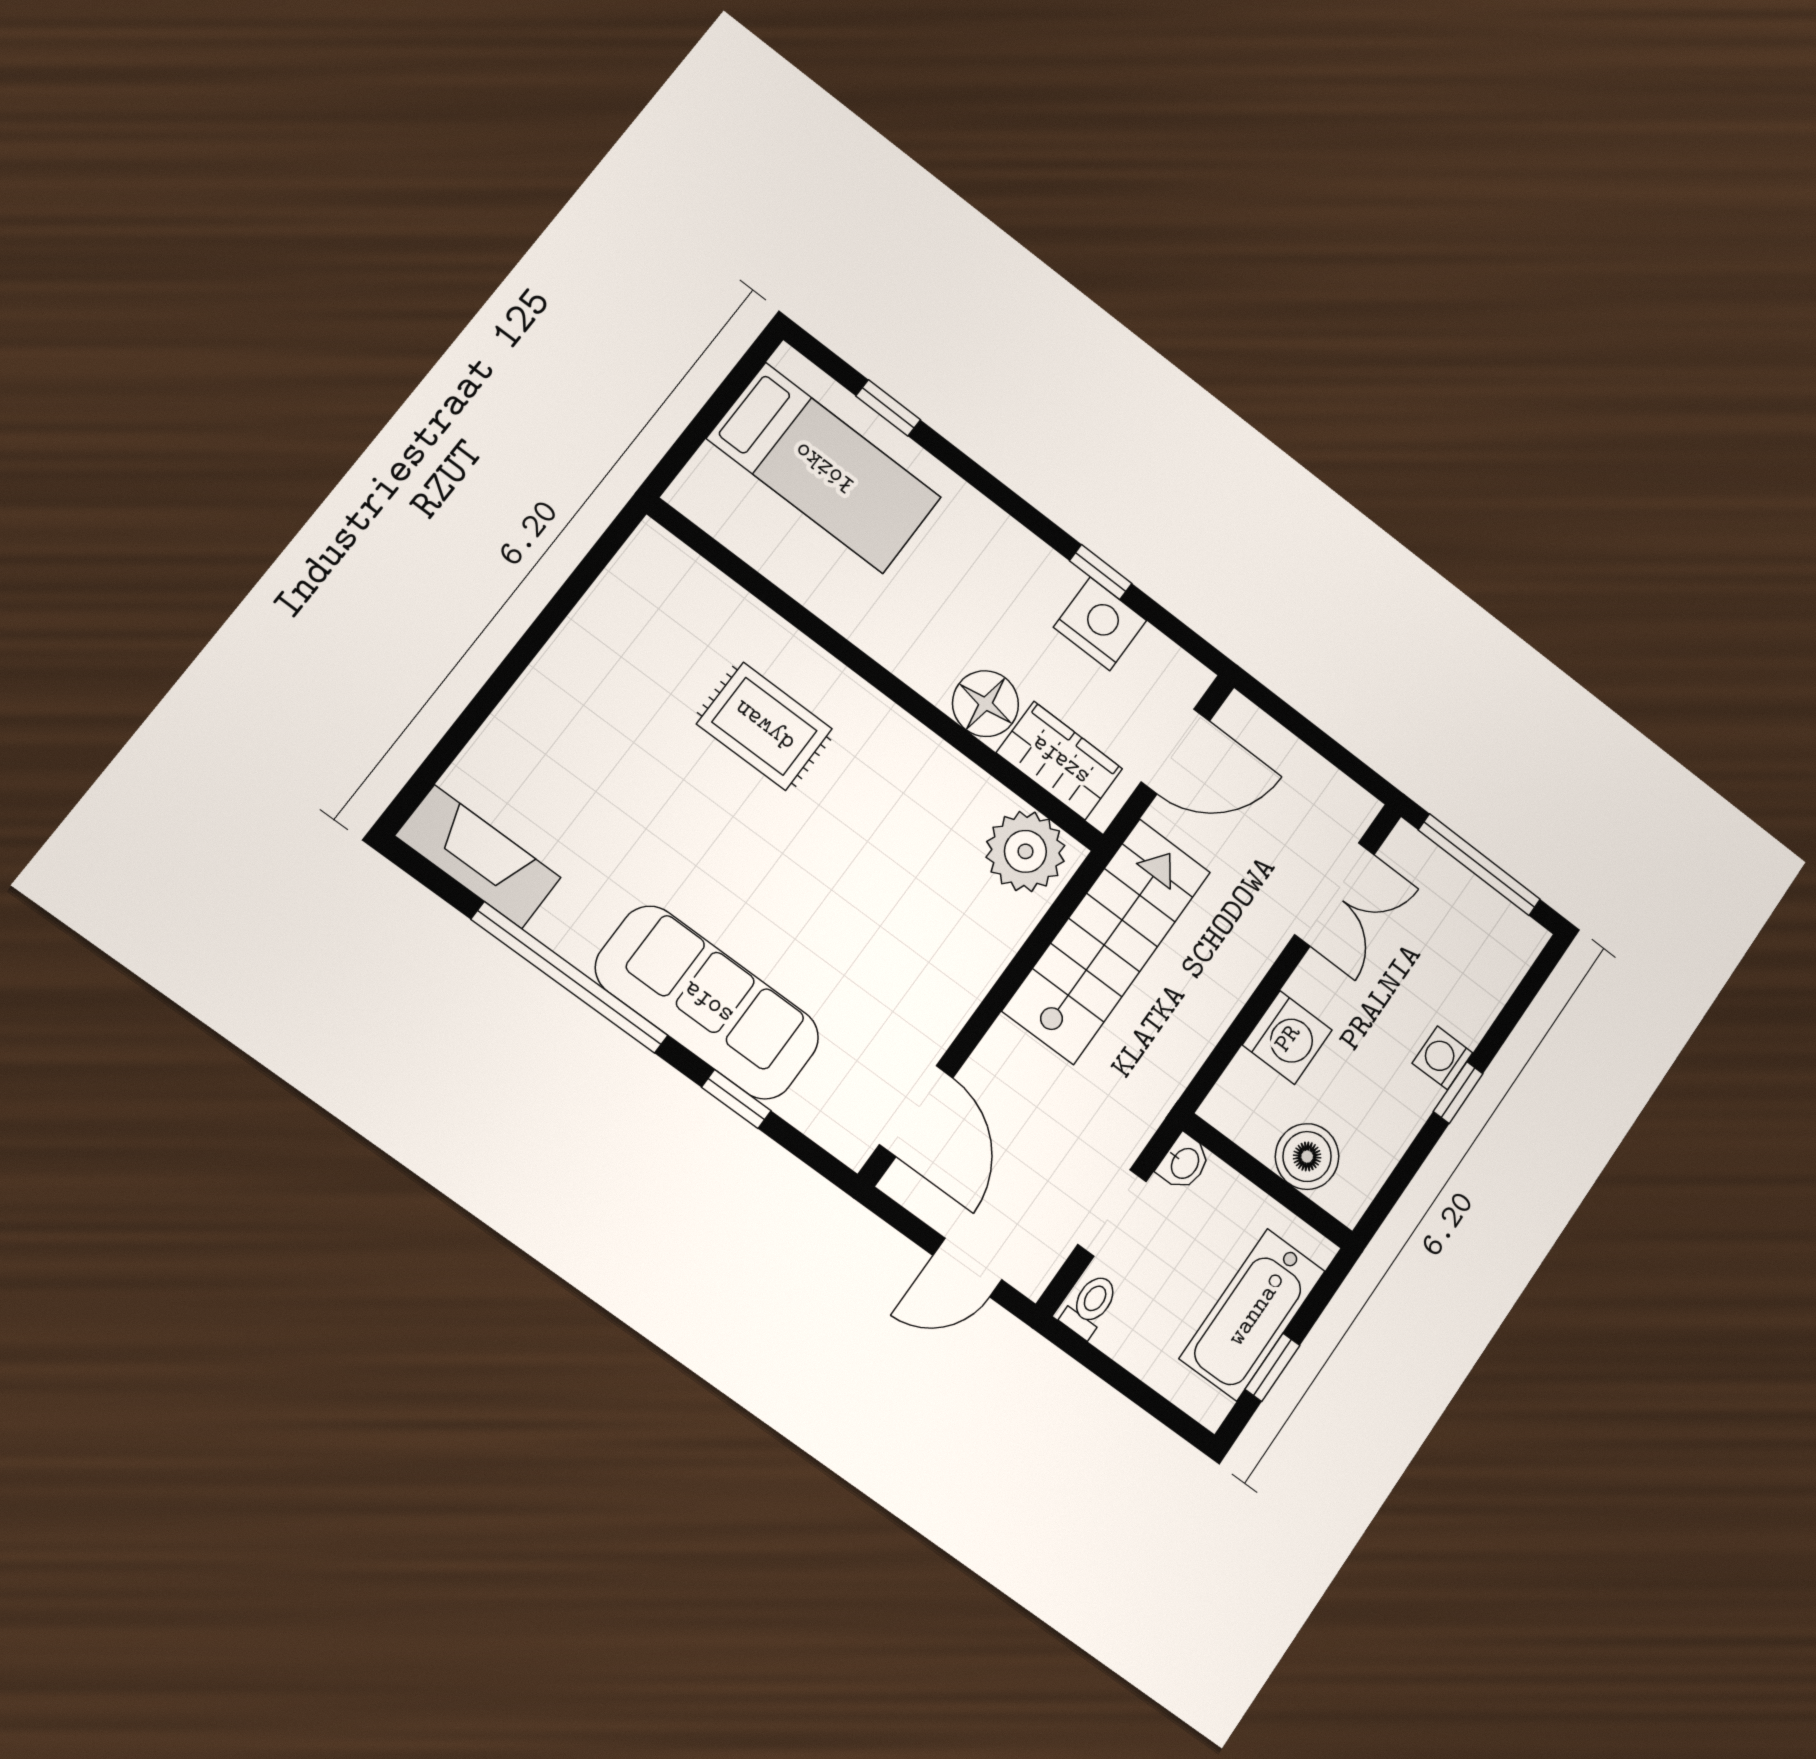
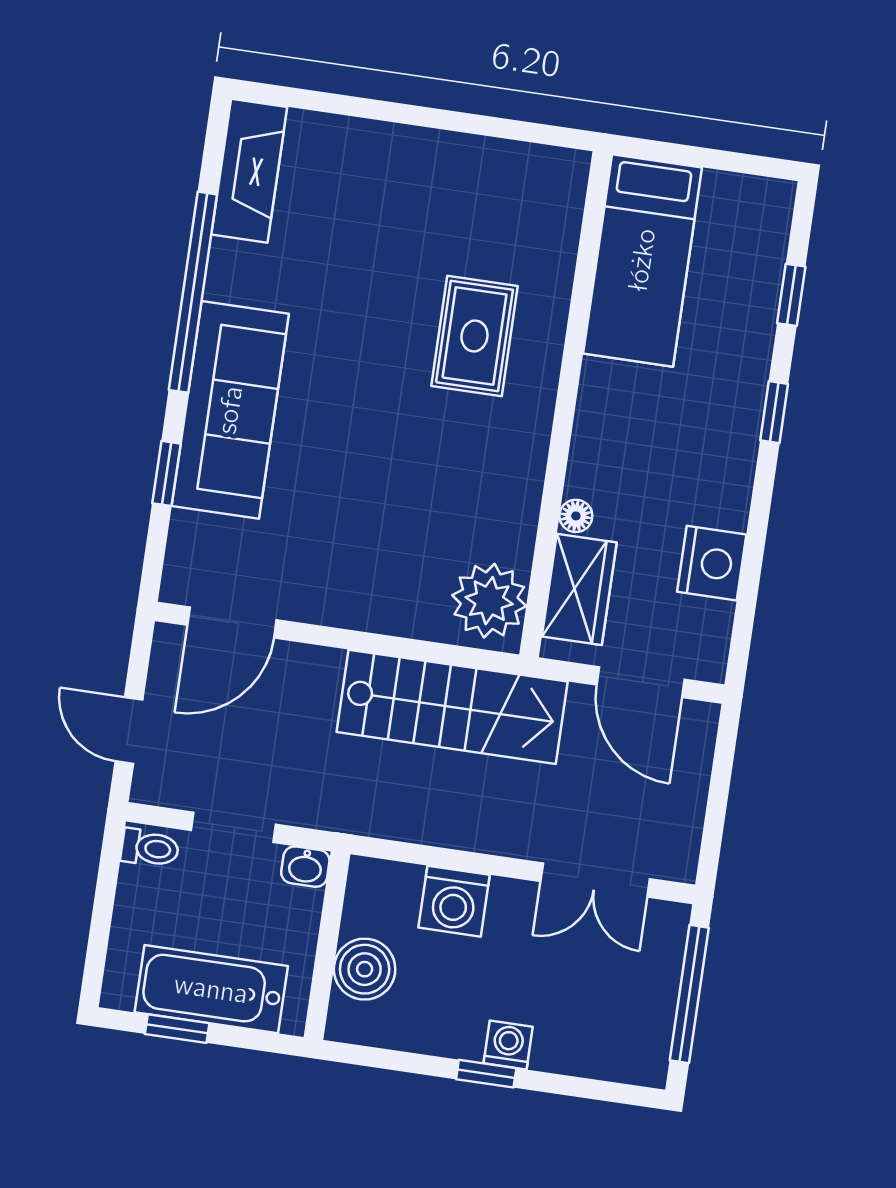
bed: (824, 468) -> (642, 260), moved
window: (1101, 572) -> (774, 412), moved
floor lamp: (986, 704) -> (576, 516), width x0.53, depth x0.53

